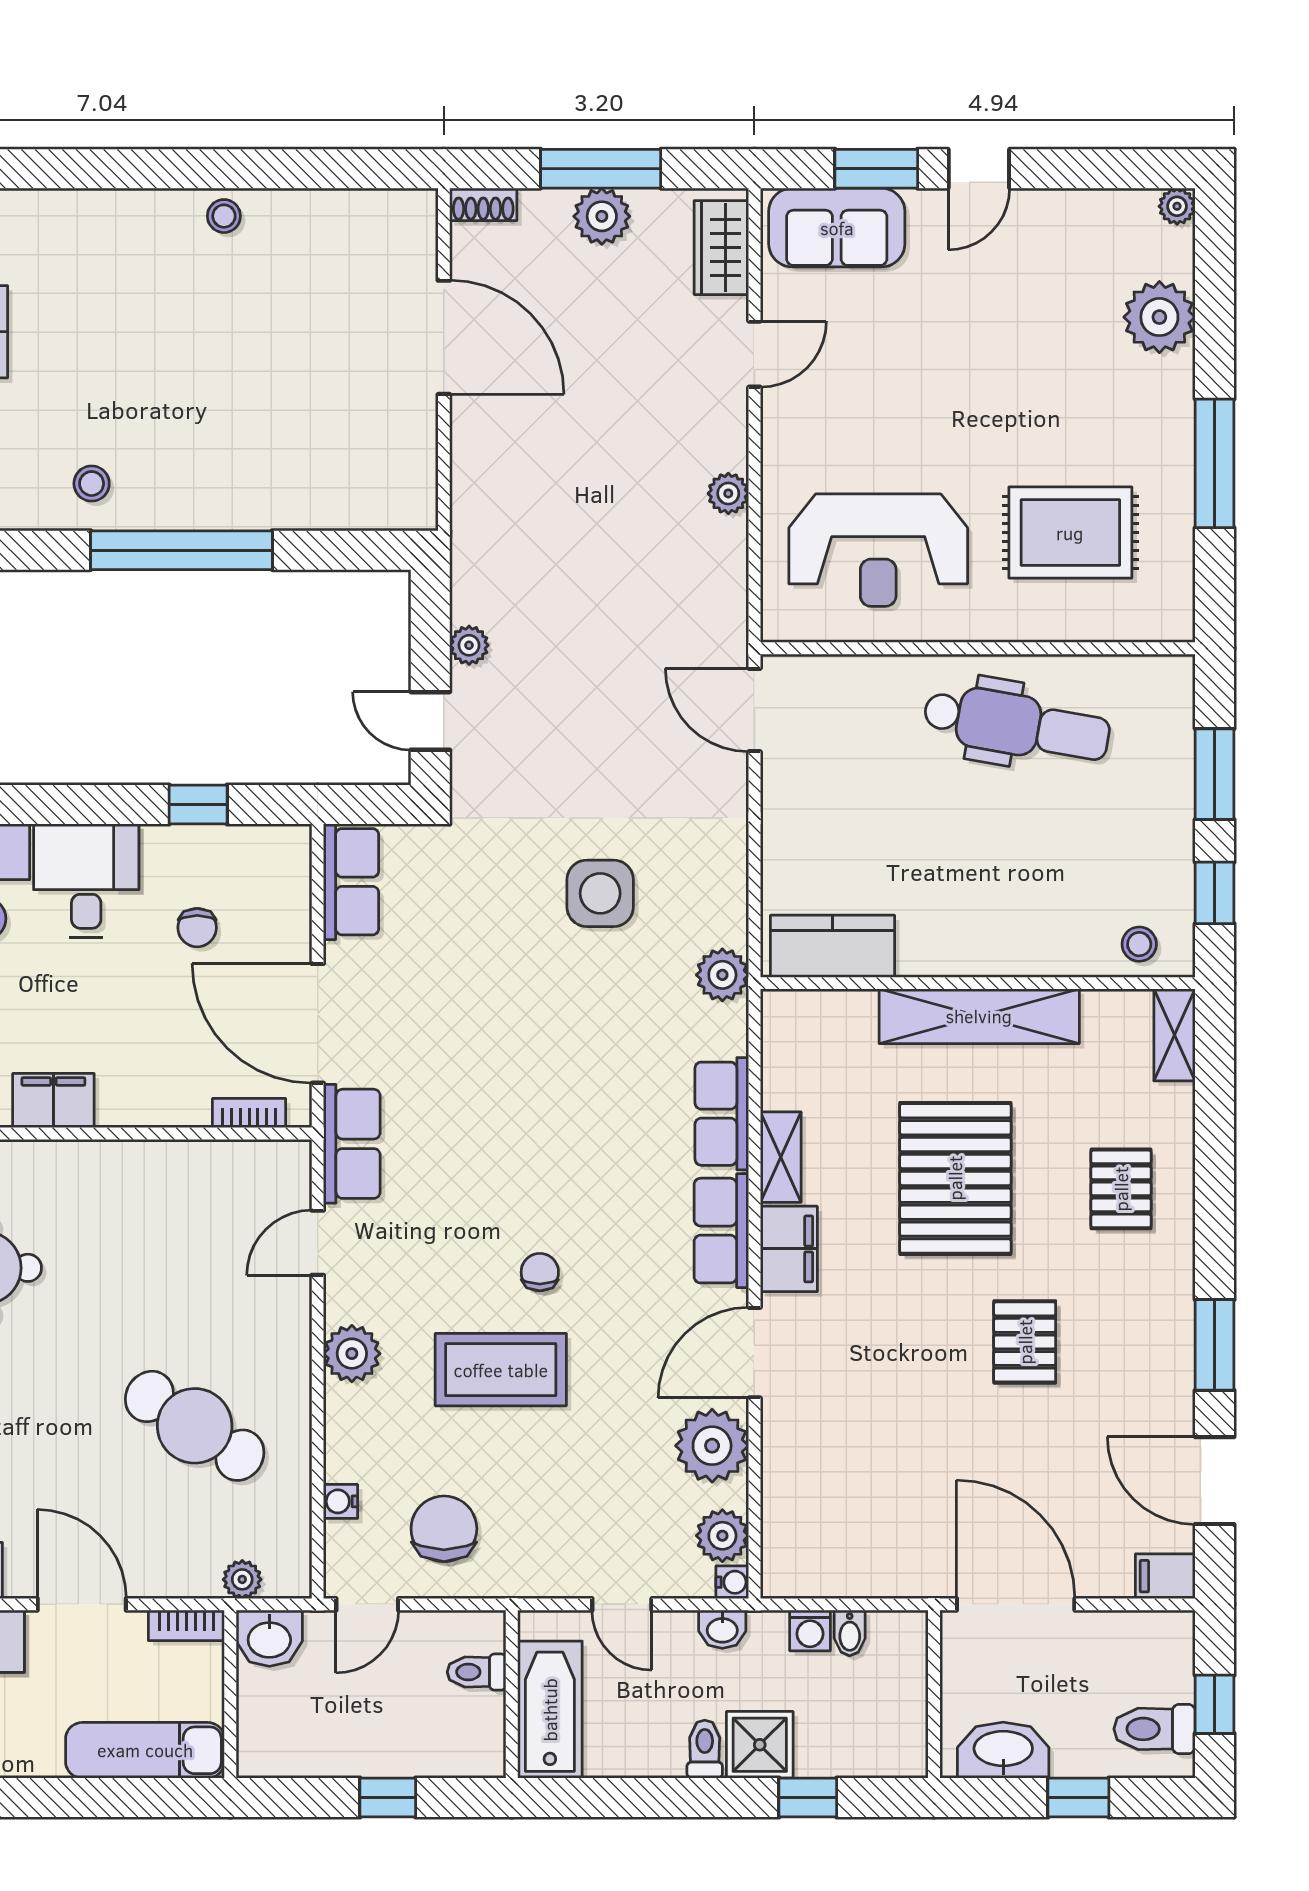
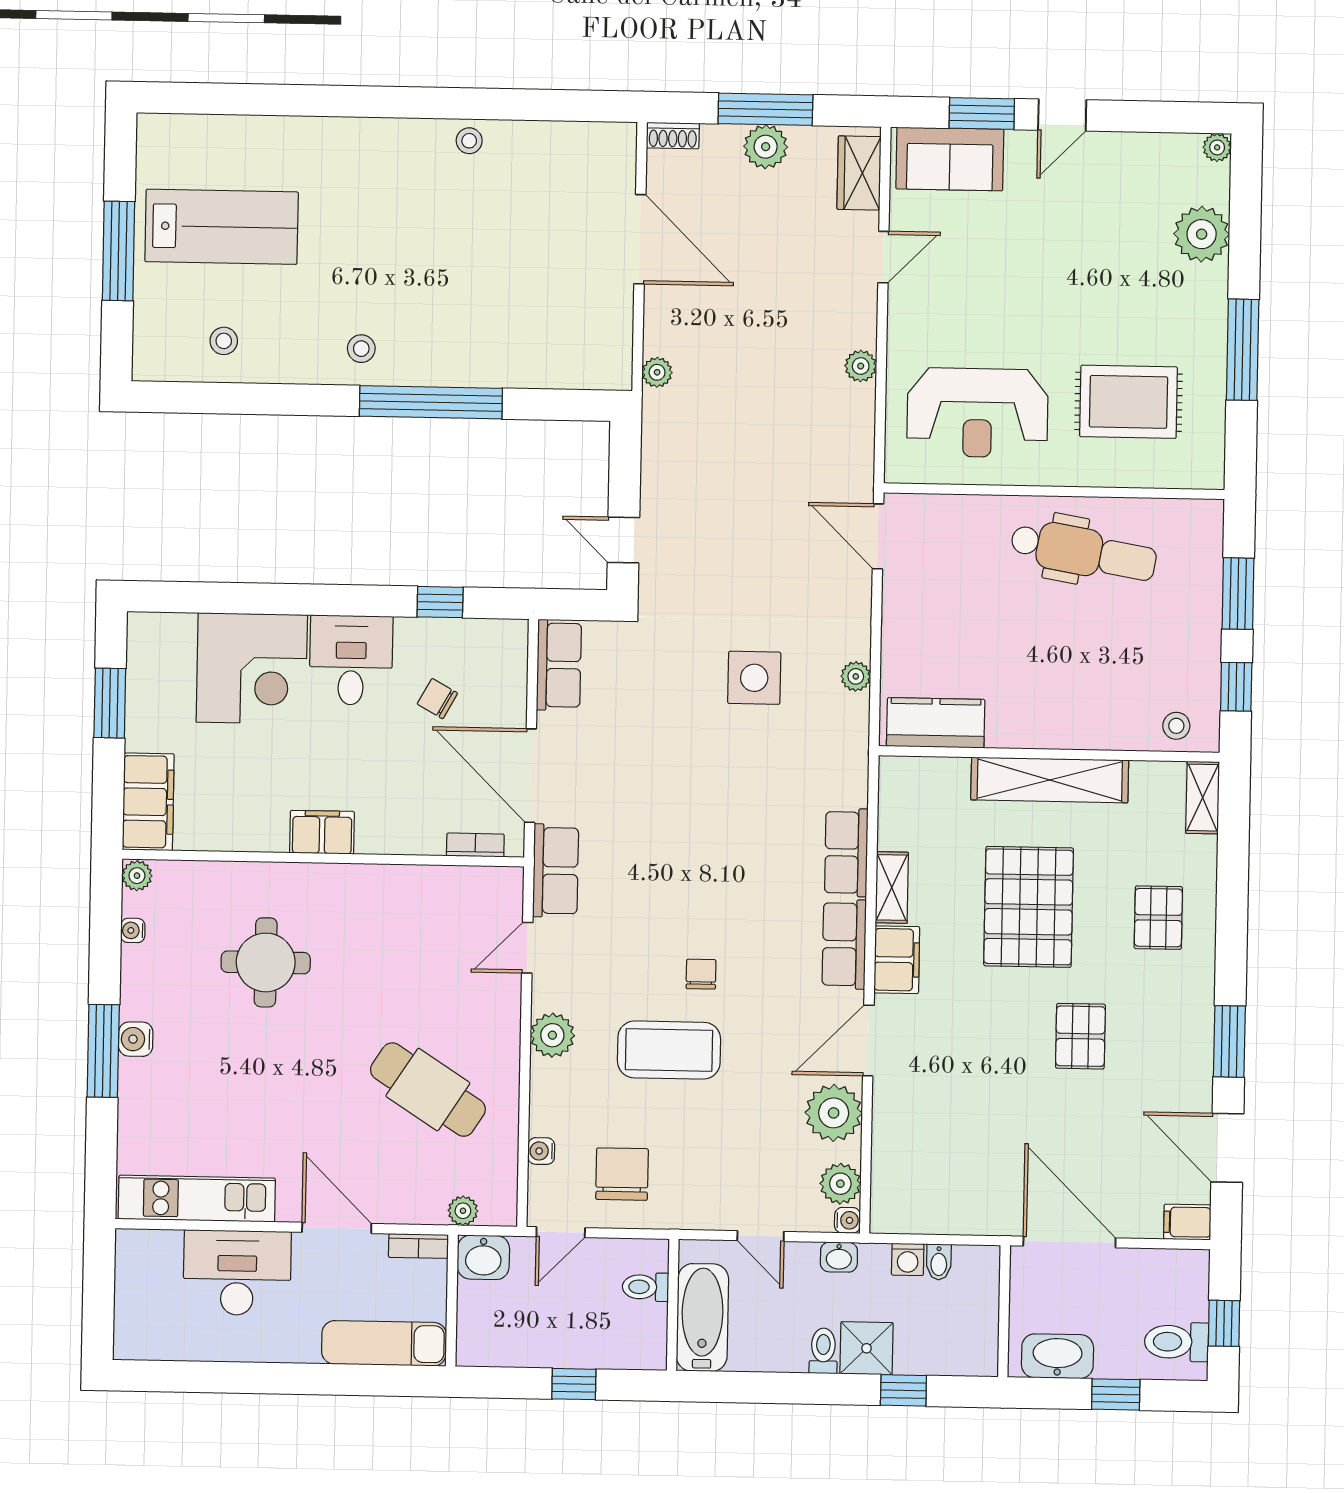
plant: (469, 645) -> (657, 372), moved
chair: (197, 928) -> (437, 699), turned 119
plant: (722, 975) -> (856, 676), moved, width x0.73, depth x0.73

